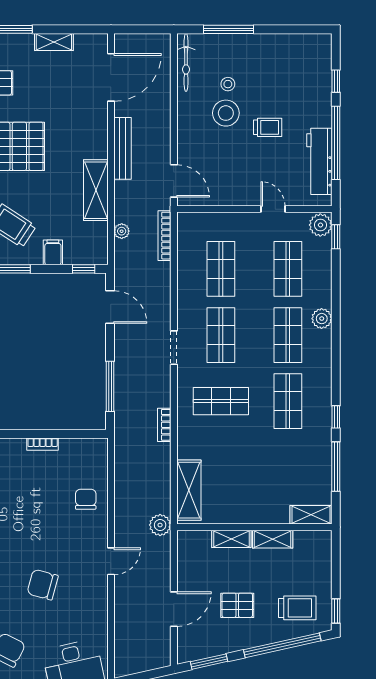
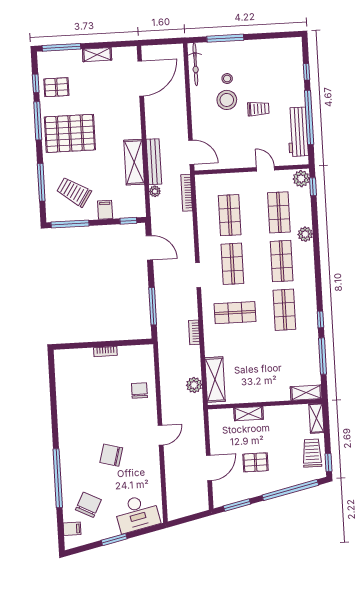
bench: (123, 148) -> (154, 162), moved
plant: (322, 319) -> (305, 234), moved
plant: (160, 525) -> (194, 385), moved
shelving: (273, 539) -> (316, 418), moved, turned 90
trolley: (297, 608) -> (312, 453), moved, turned -90

